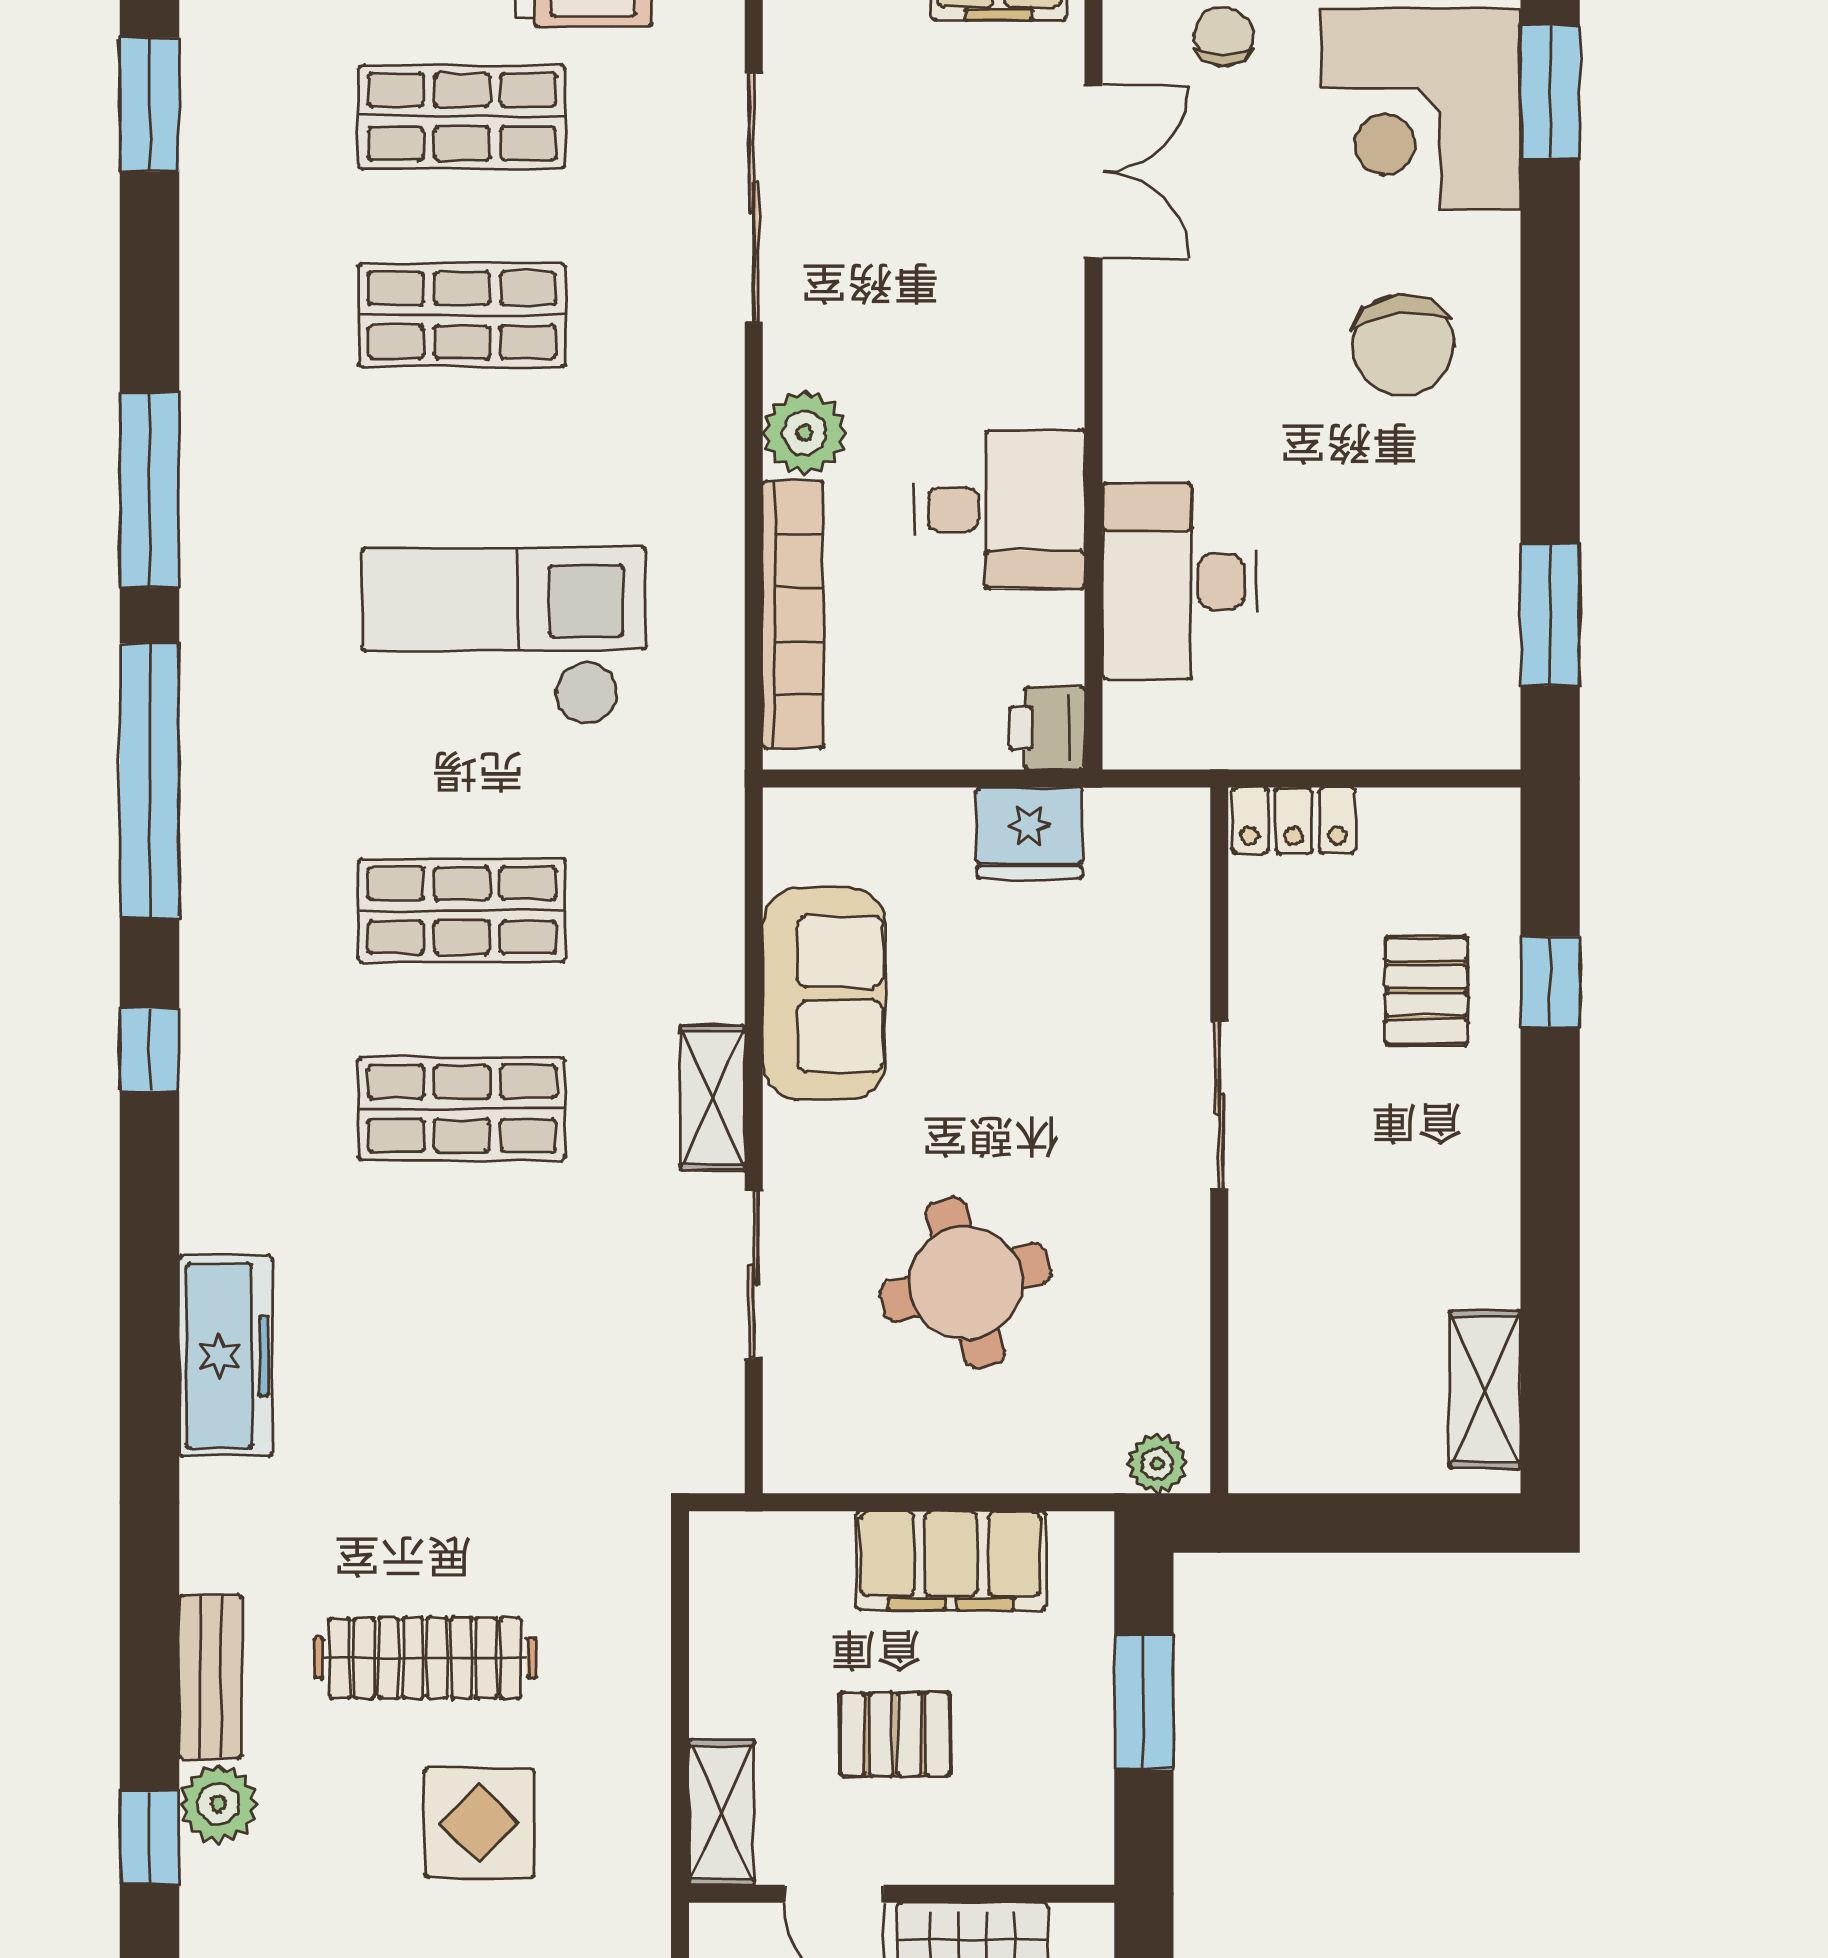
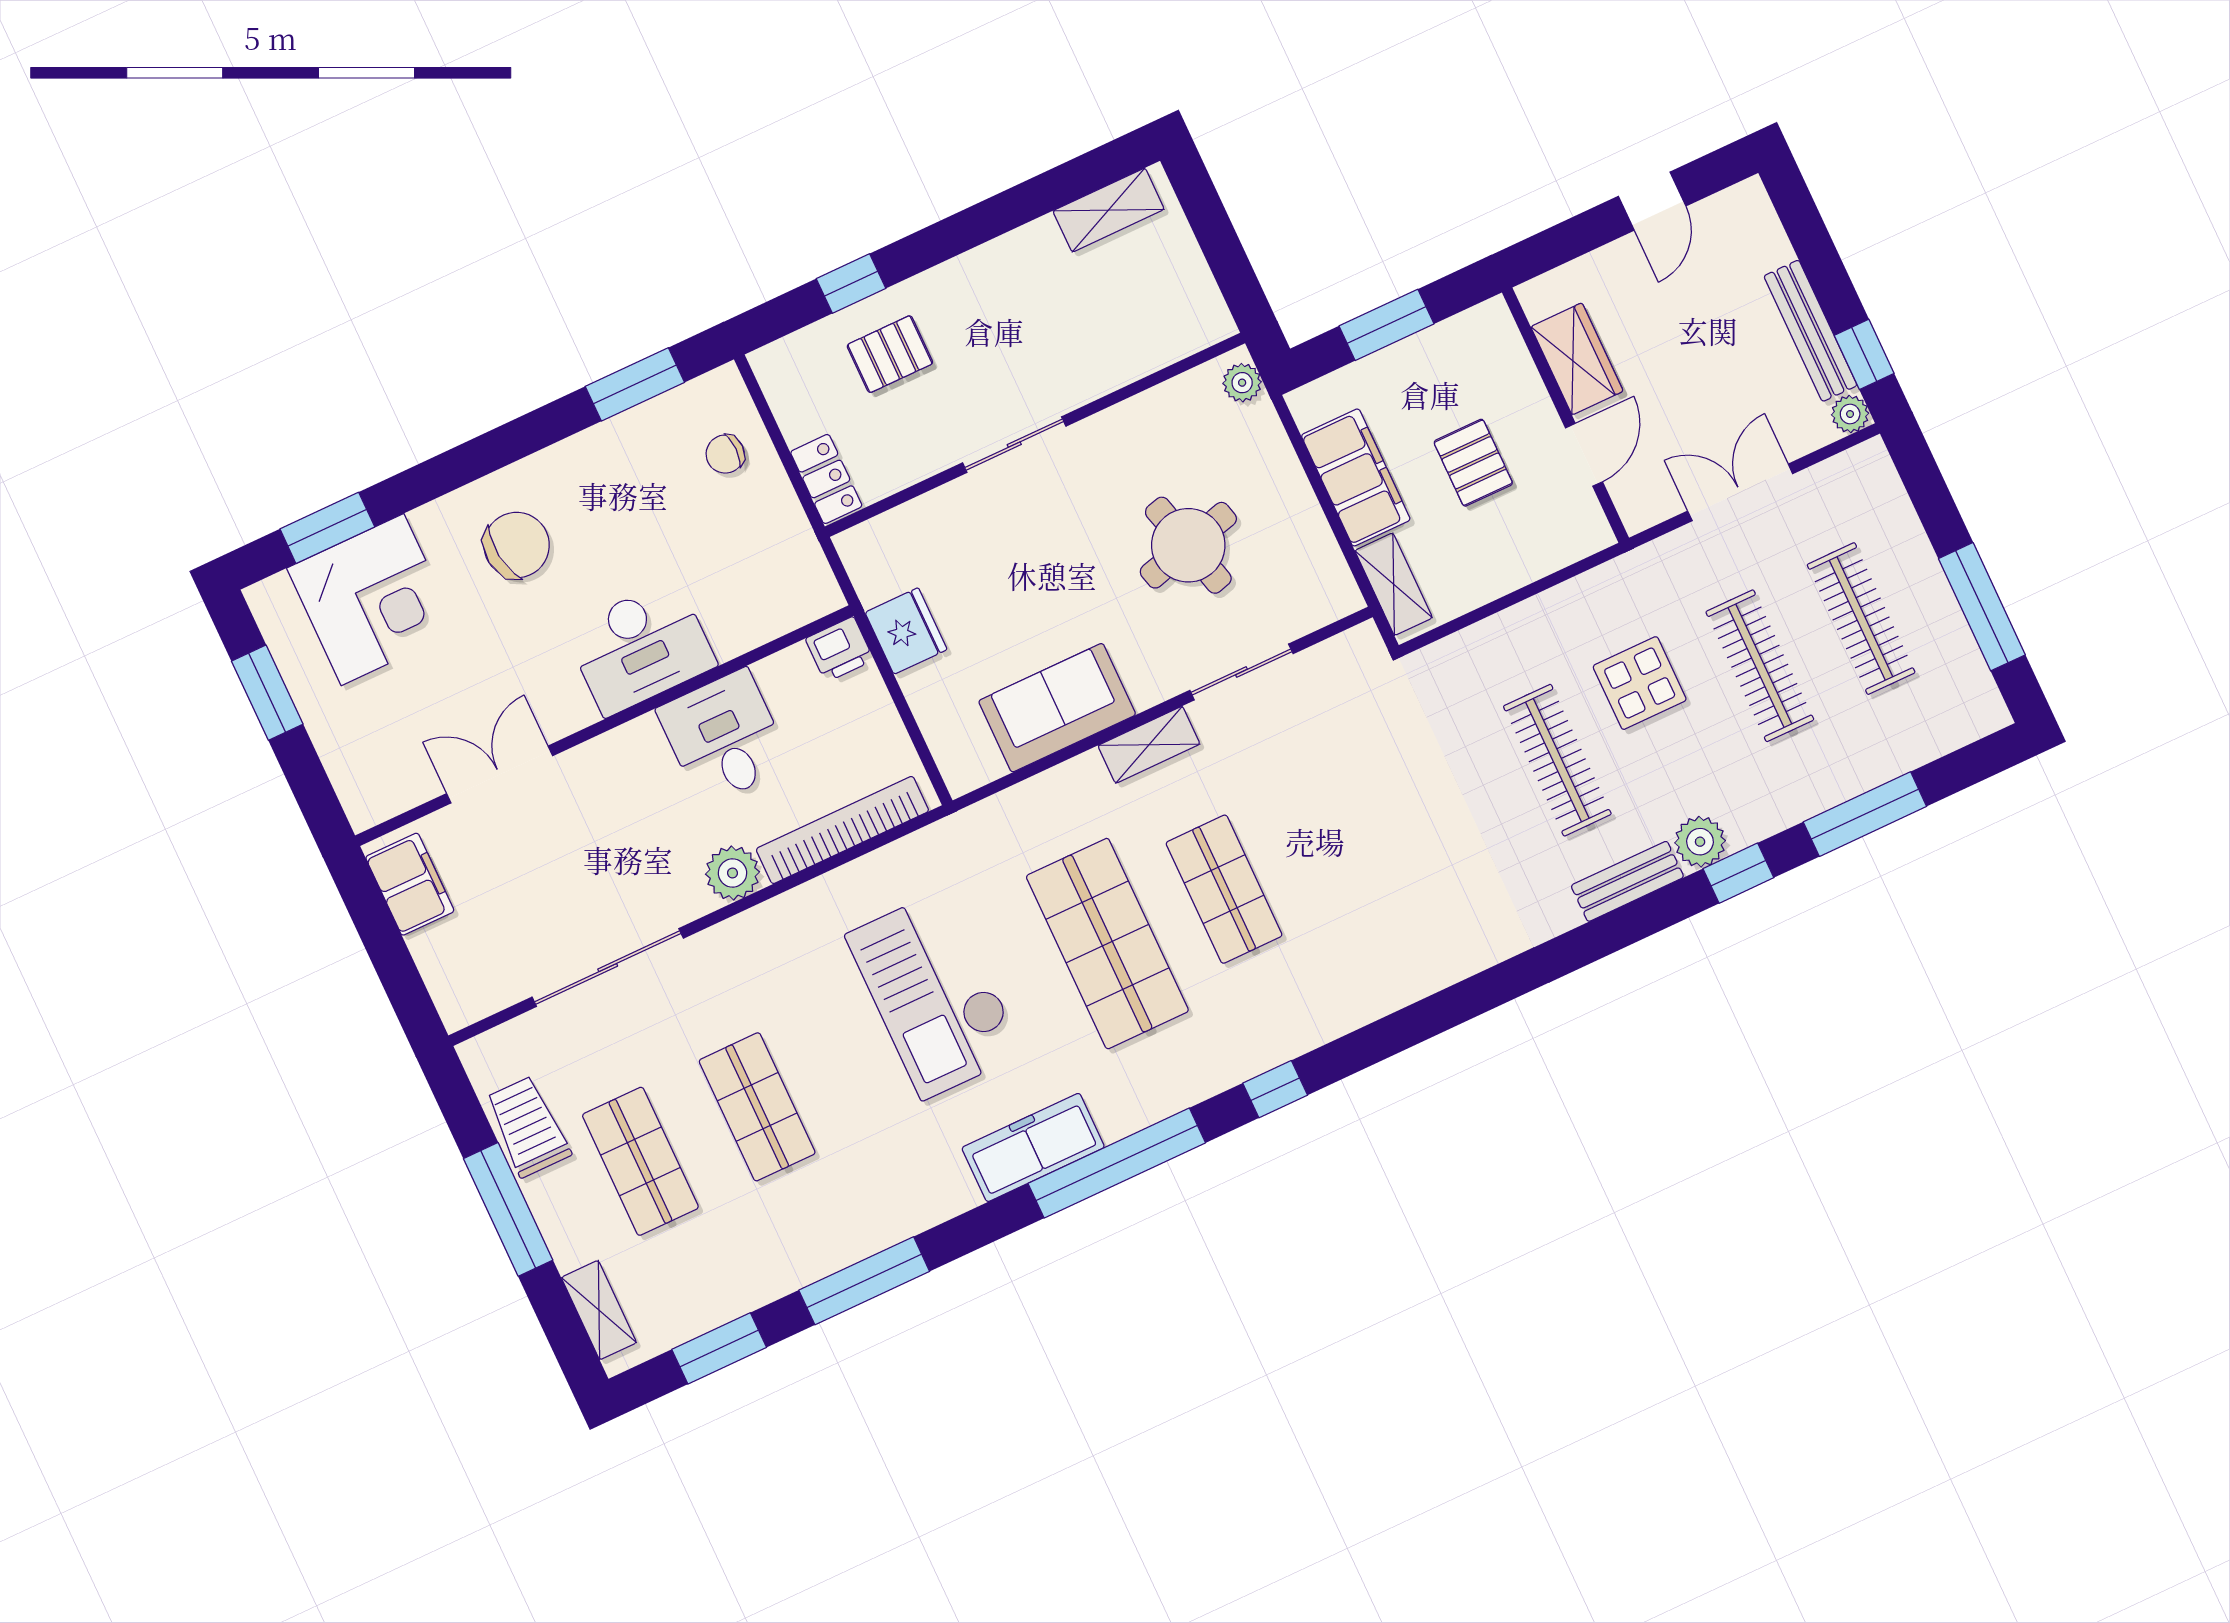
chair: (1223, 36) -> (725, 454), moved
window: (150, 490) -> (864, 1281), moved
desk: (1179, 581) -> (641, 647), moved
shop shelf: (462, 910) -> (1107, 944), width x1.43, depth x1.36
freezer: (226, 1356) -> (1033, 1147), moved
shelving: (721, 1812) -> (1394, 584), moved, turned 90

